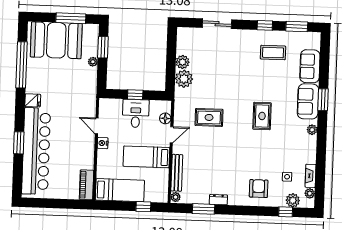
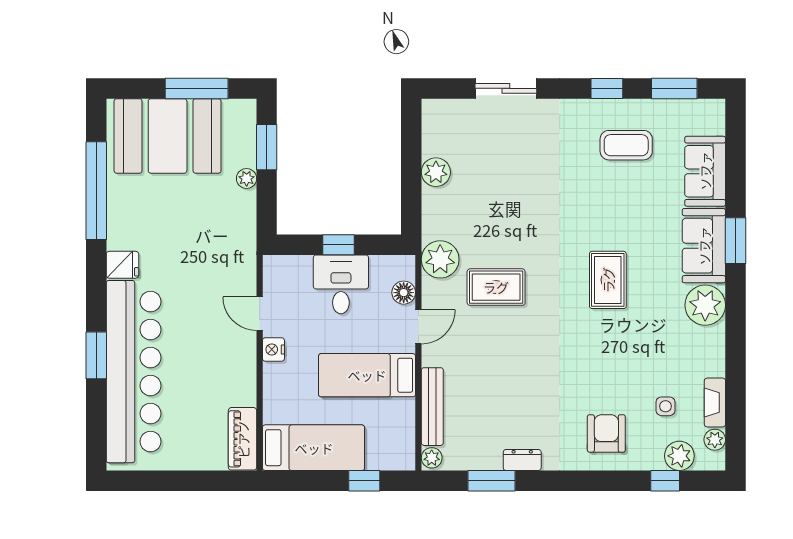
plant: (184, 79) -> (440, 259), moved
plant: (312, 130) -> (705, 305), width x1.88, depth x1.88

